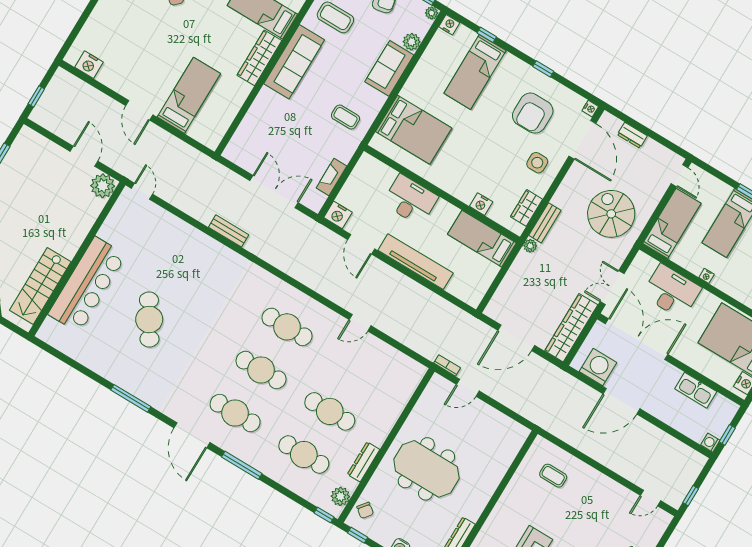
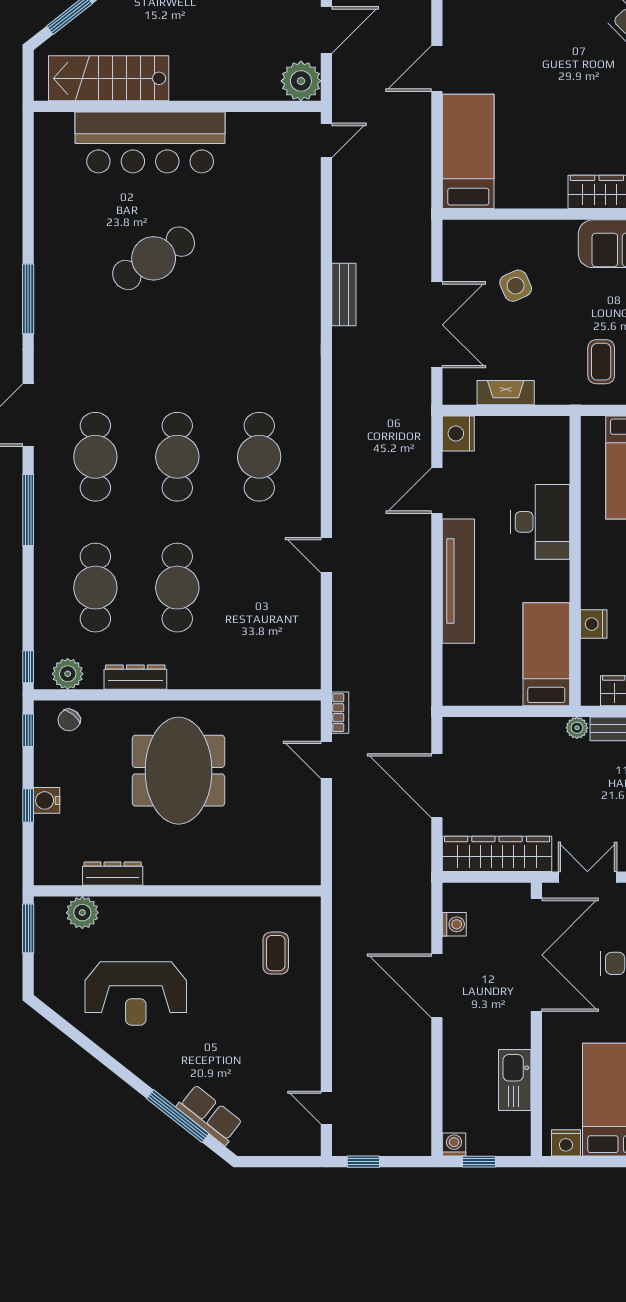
bed: (189, 95) -> (468, 151), moved, turned -90
side table: (278, 138) -> (516, 286), added
washing machine: (598, 367) -> (454, 924), width x0.53, depth x0.53

